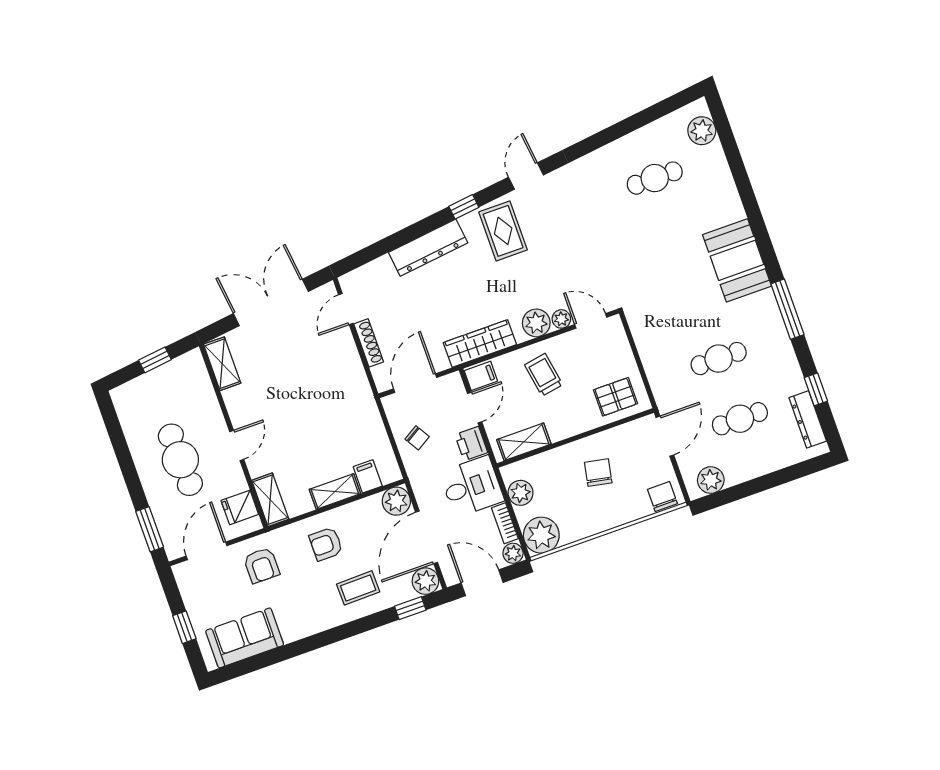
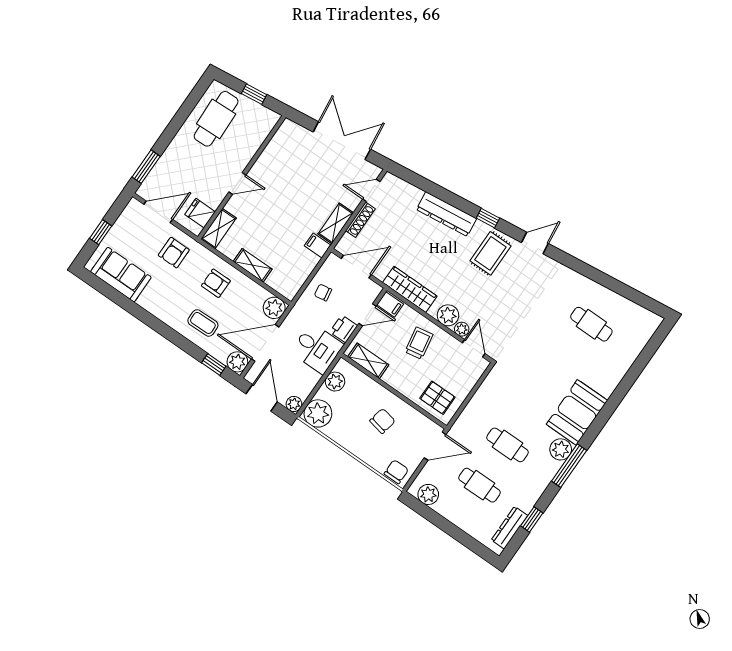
plant: (702, 131) -> (561, 449), moved
shelving: (222, 364) -> (336, 223), moved
chair: (417, 438) -> (323, 292), turned 111
cafe table: (180, 460) -> (216, 119), moved
filing cabinet: (368, 476) -> (318, 245), moved, turned -90
bookcase: (505, 523) -> (309, 385), removed

